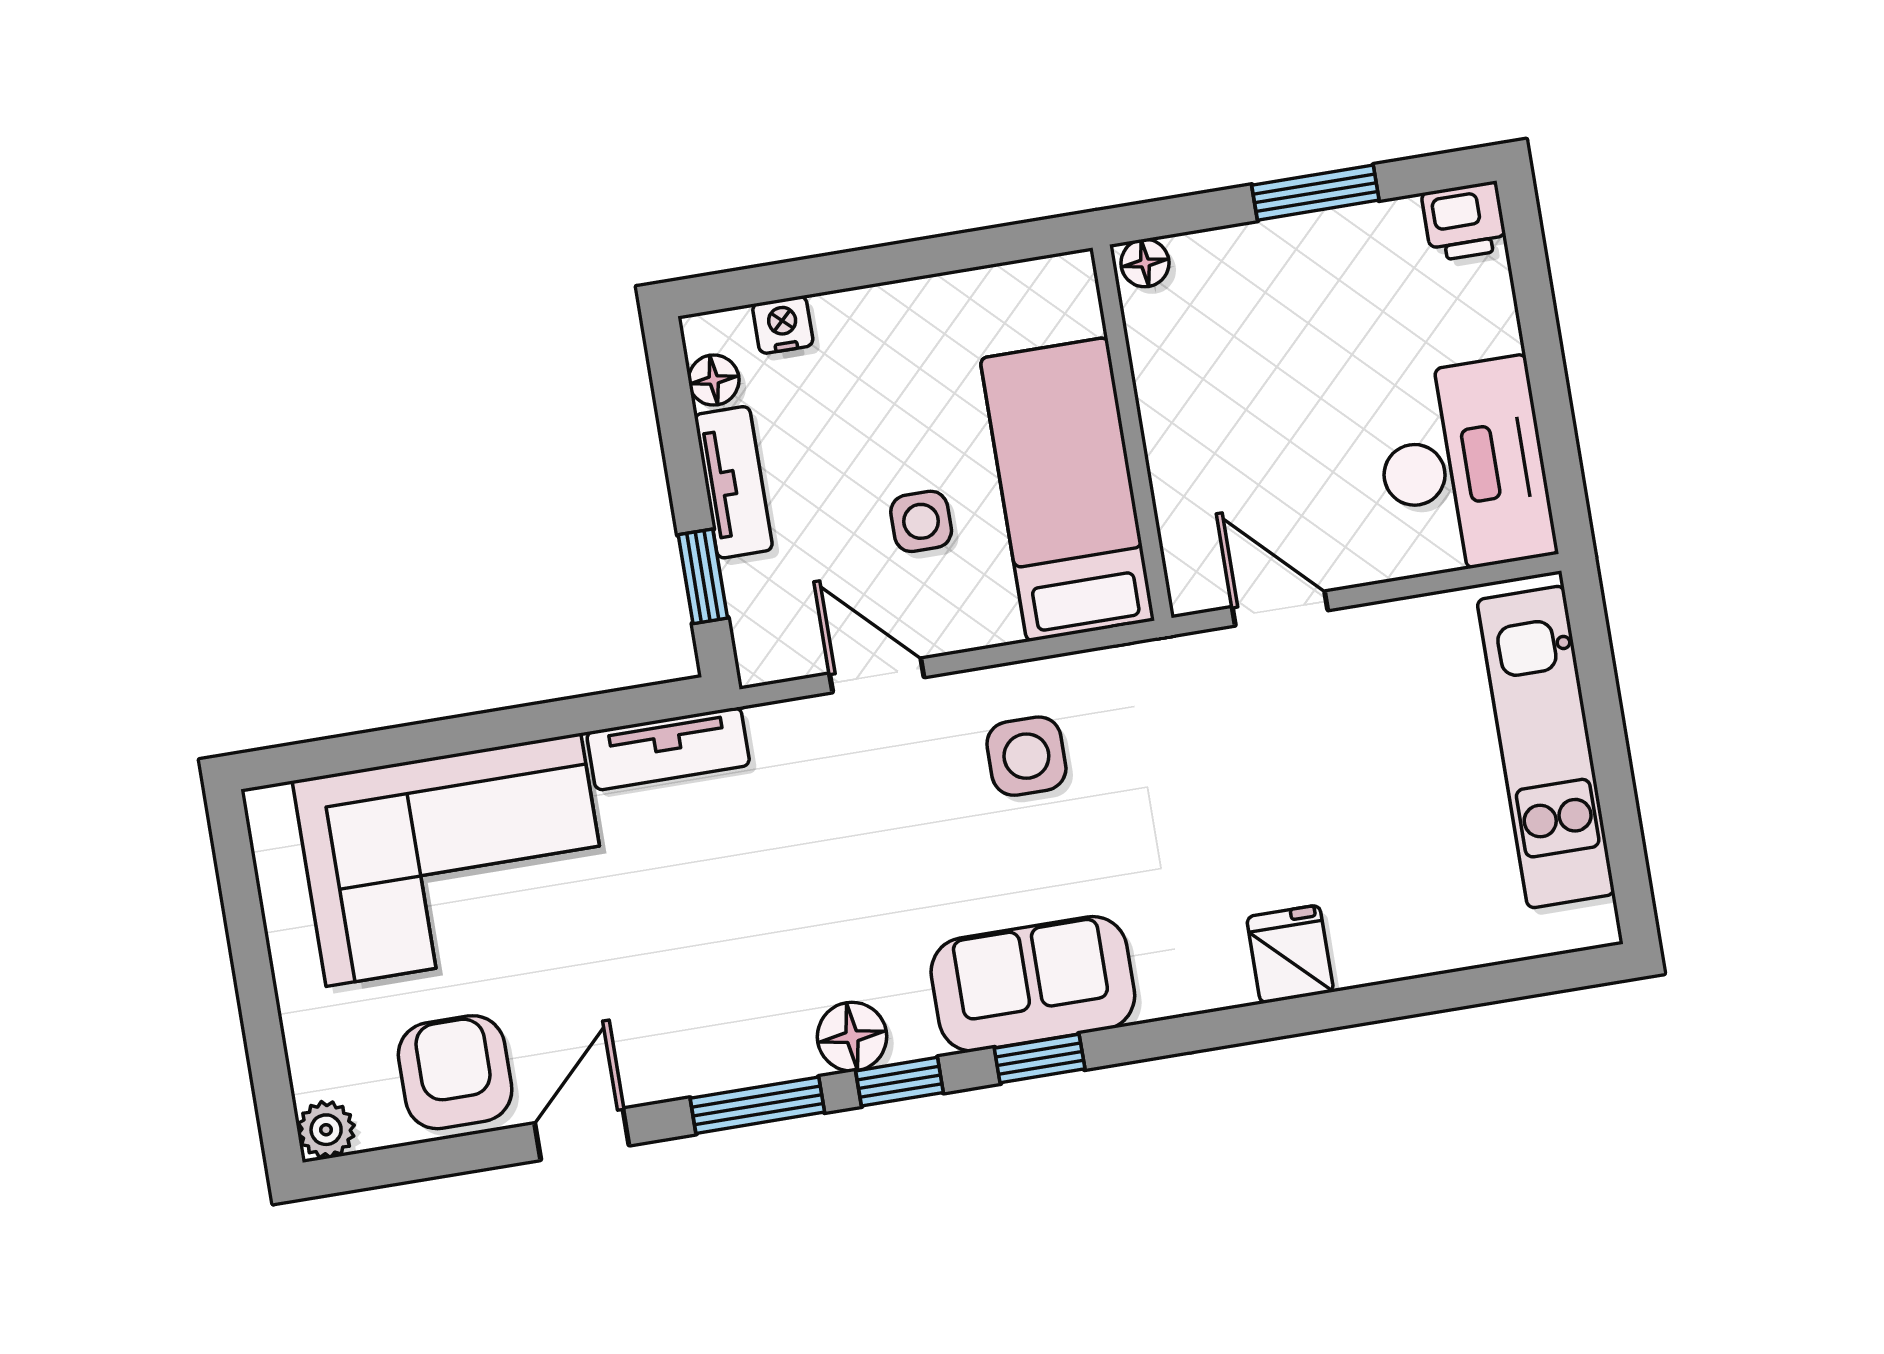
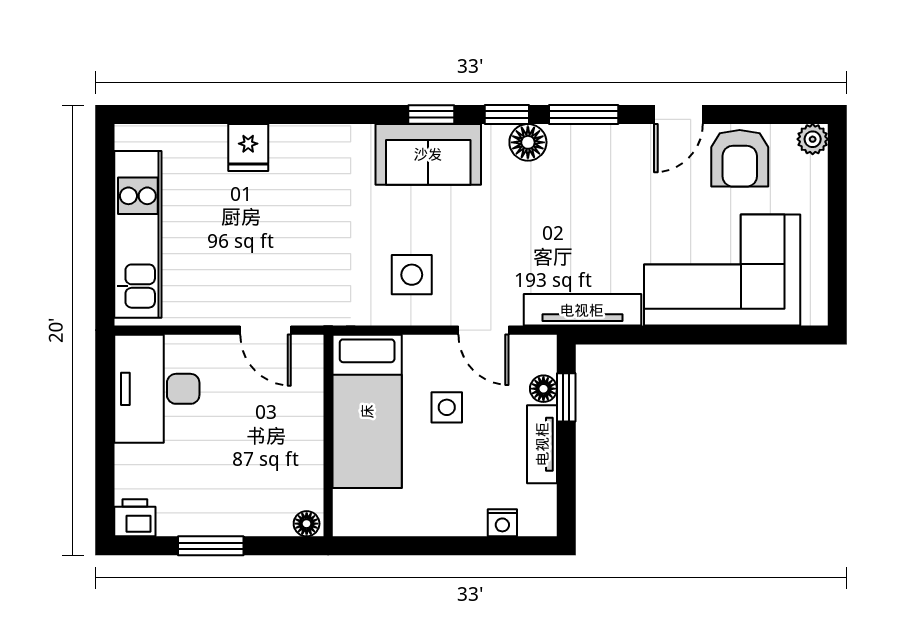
floor lamp: (714, 380) -> (543, 389), moved
tv unit: (668, 749) -> (582, 310), width x1.41
fridge: (1290, 954) -> (248, 148), moved

